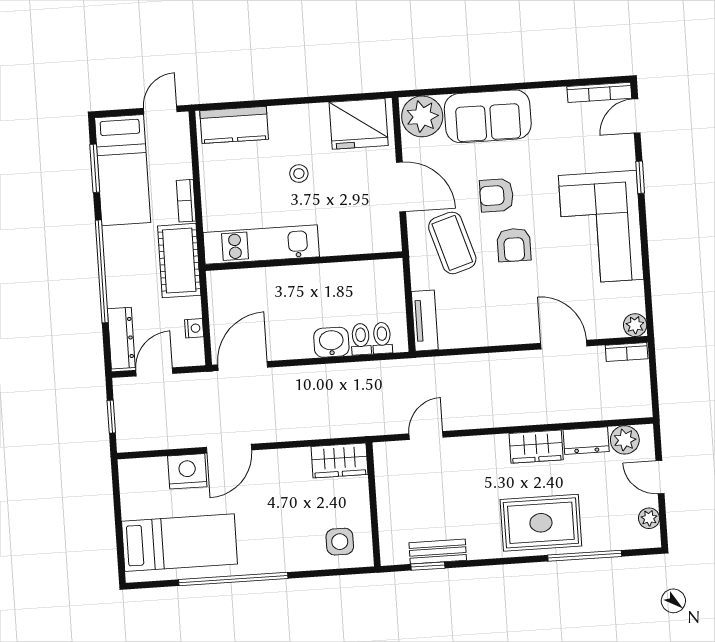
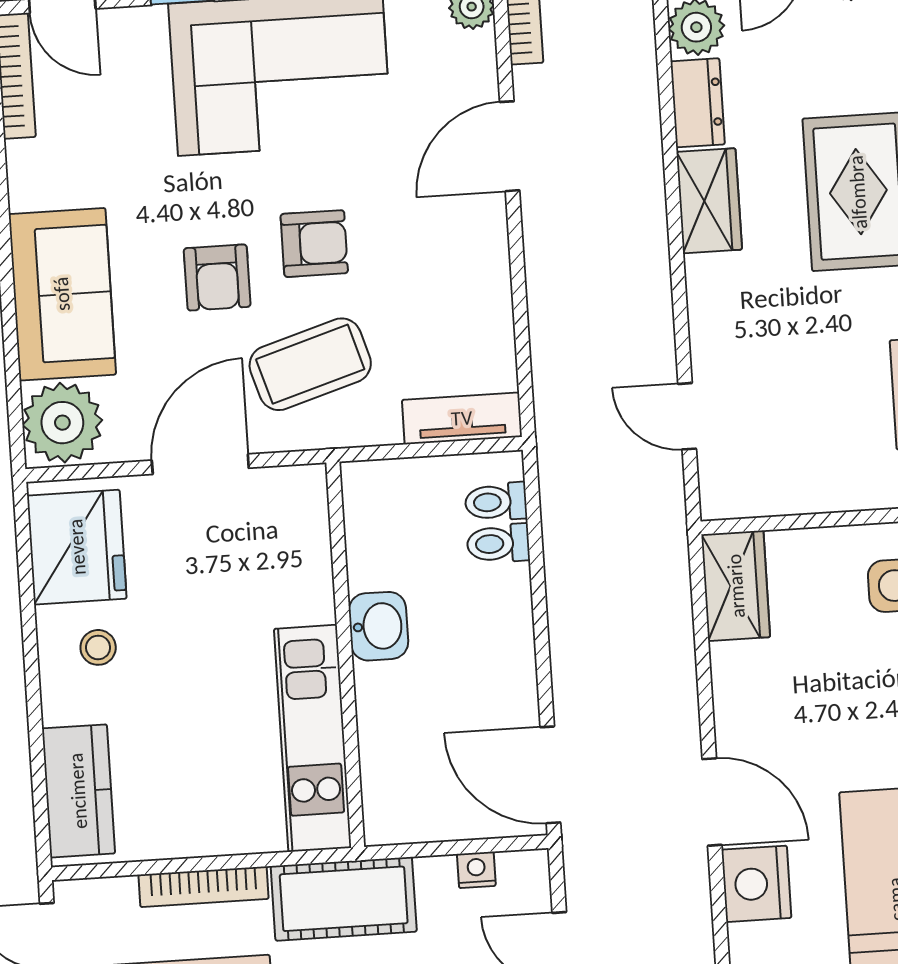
stool: (299, 174) -> (98, 647), moved
bookcase: (186, 201) -> (203, 887), width x1.56
washbasin: (331, 342) -> (378, 626), moved, turned 180

